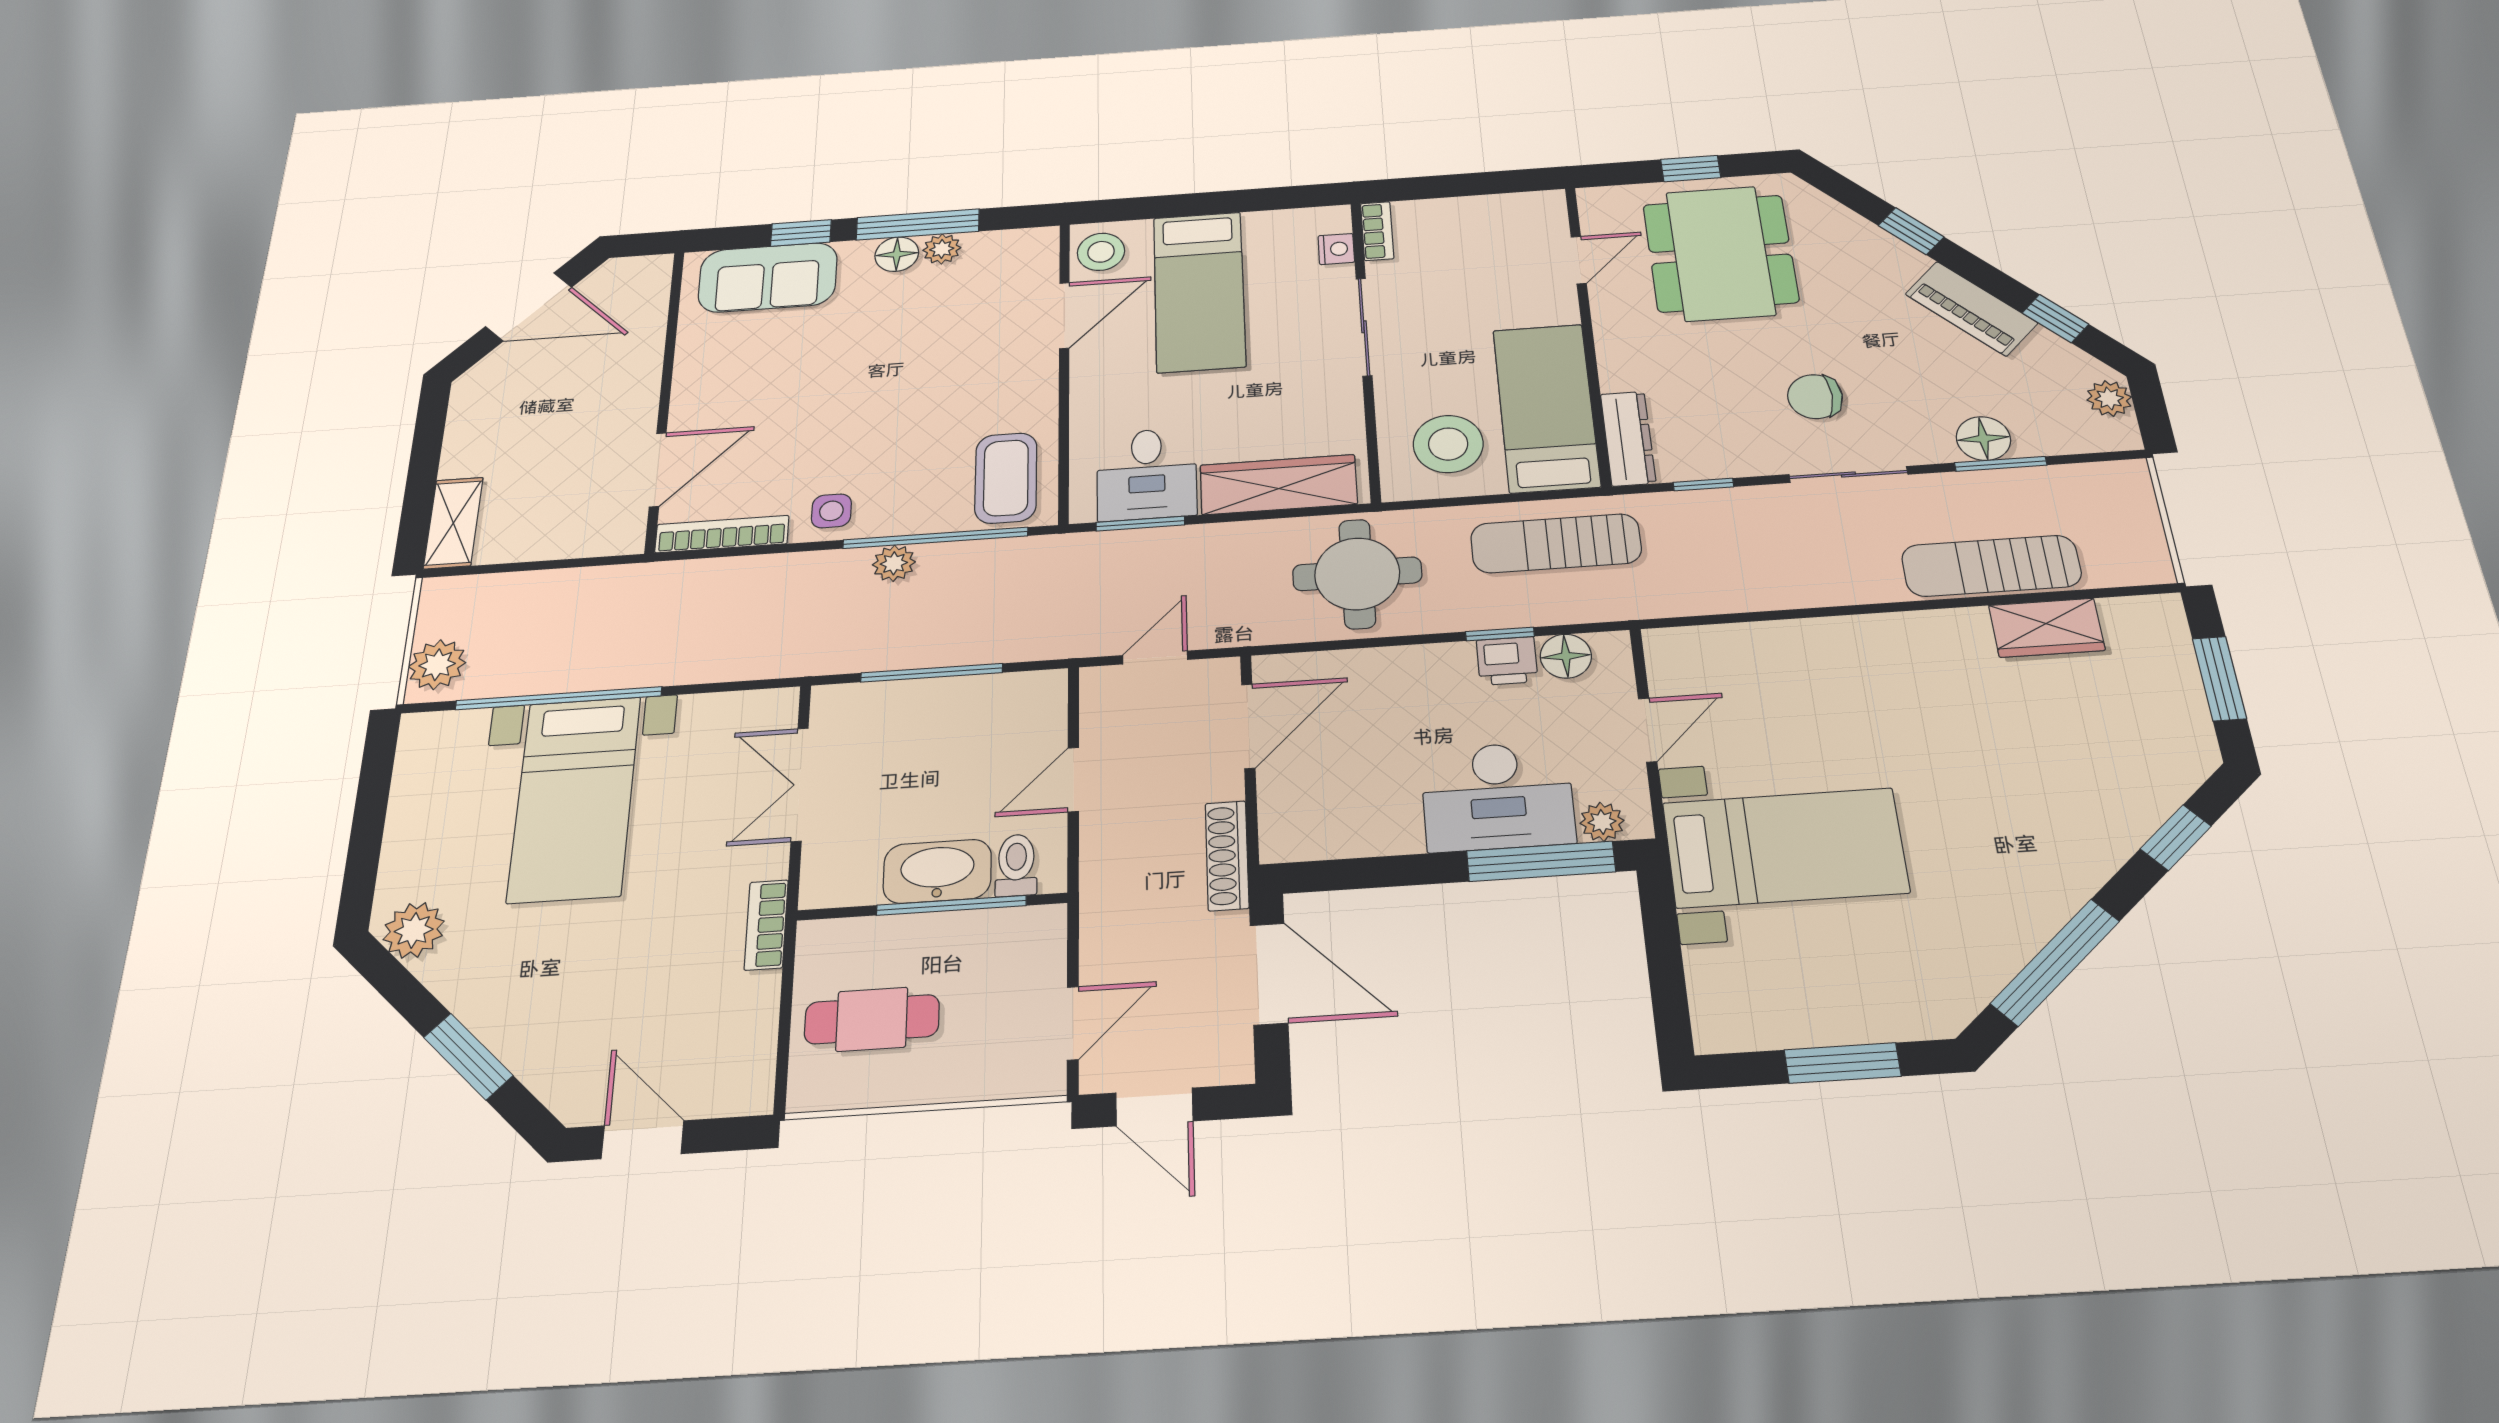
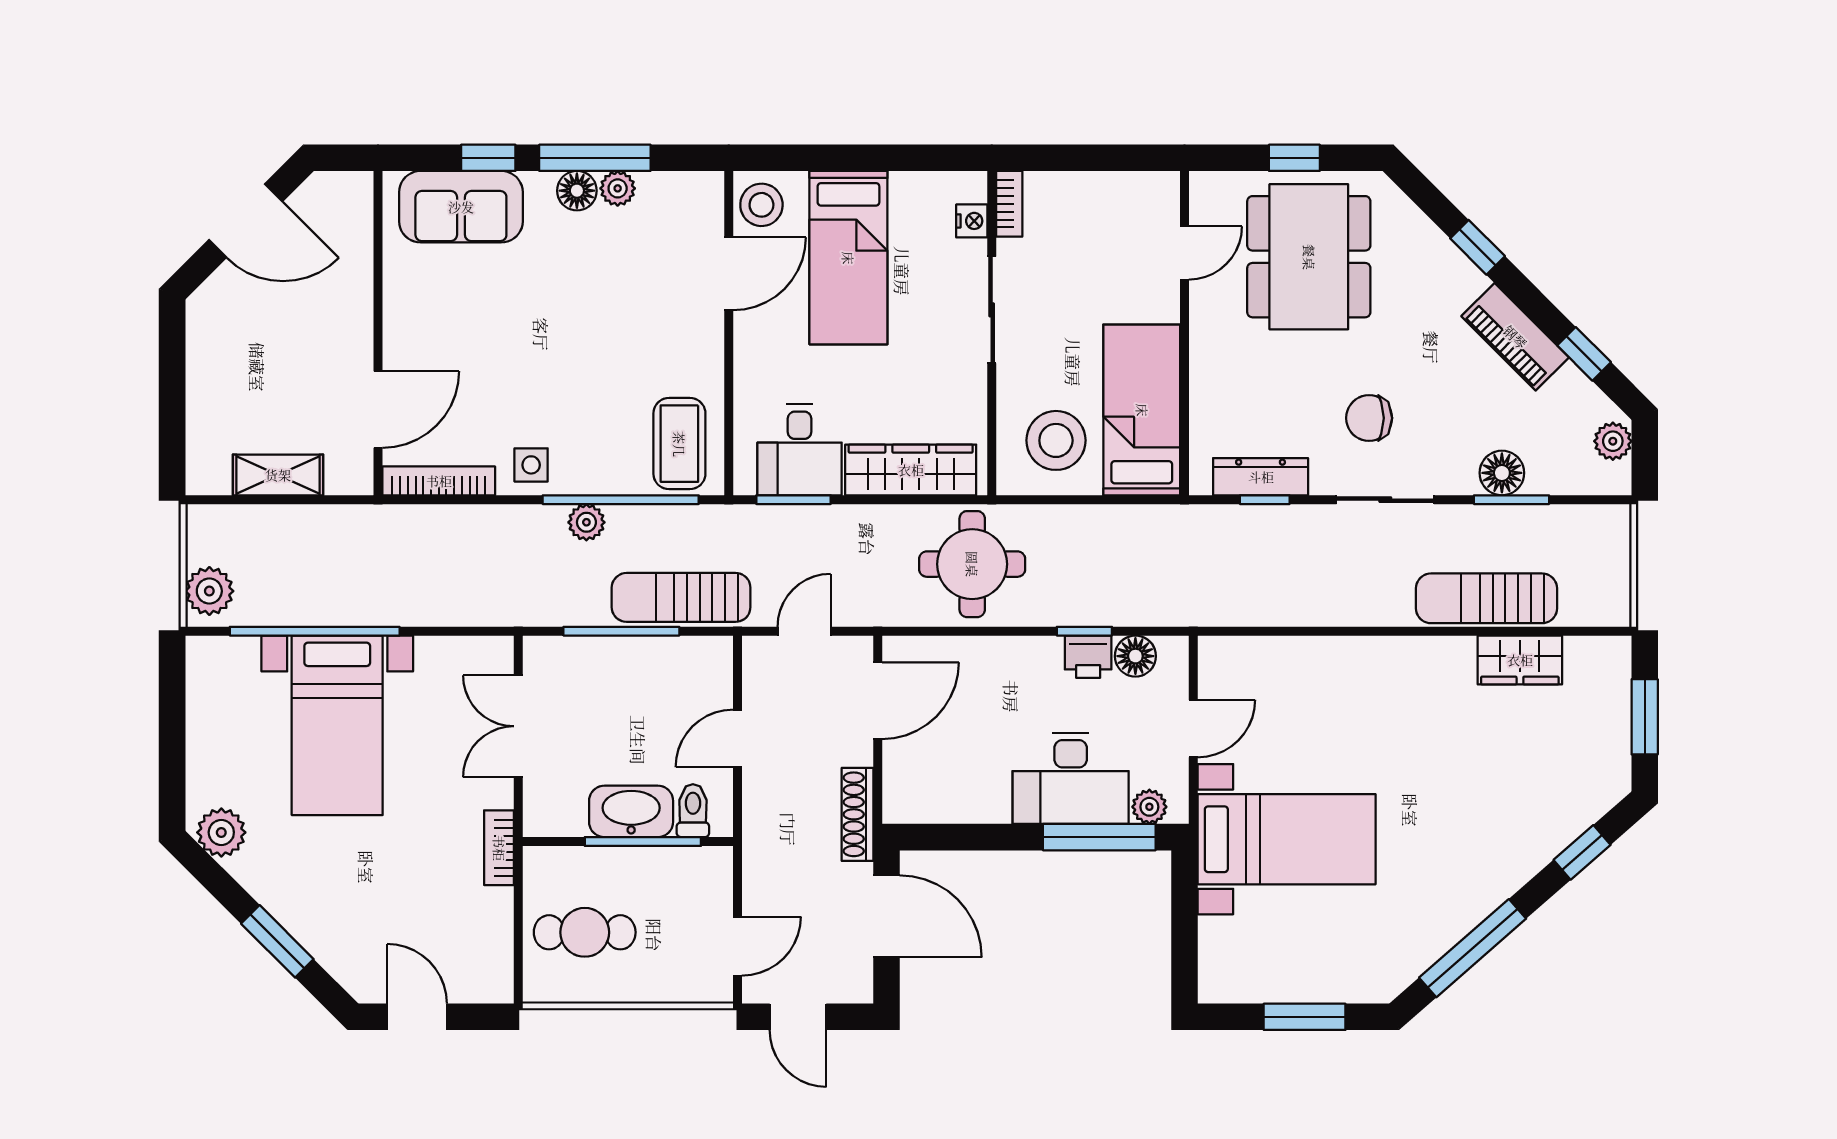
dresser: (1628, 438) -> (1261, 477), moved, turned -90
shelving: (453, 523) -> (278, 475), moved, turned 90
sun lounger: (1556, 543) -> (681, 597), moved

